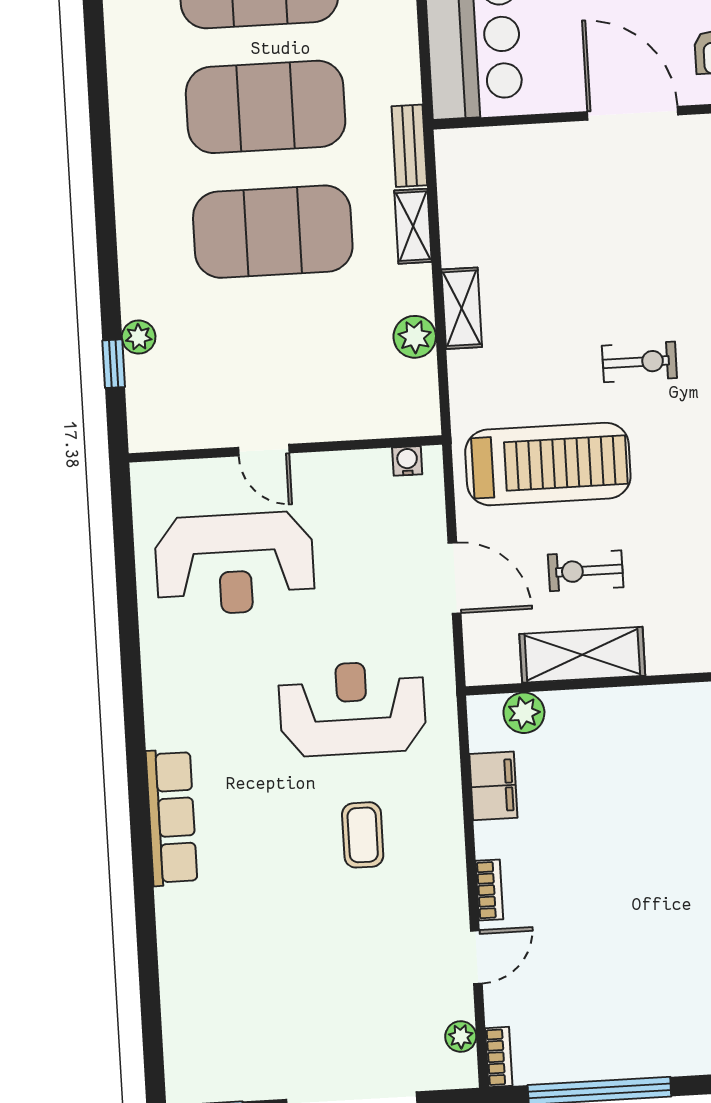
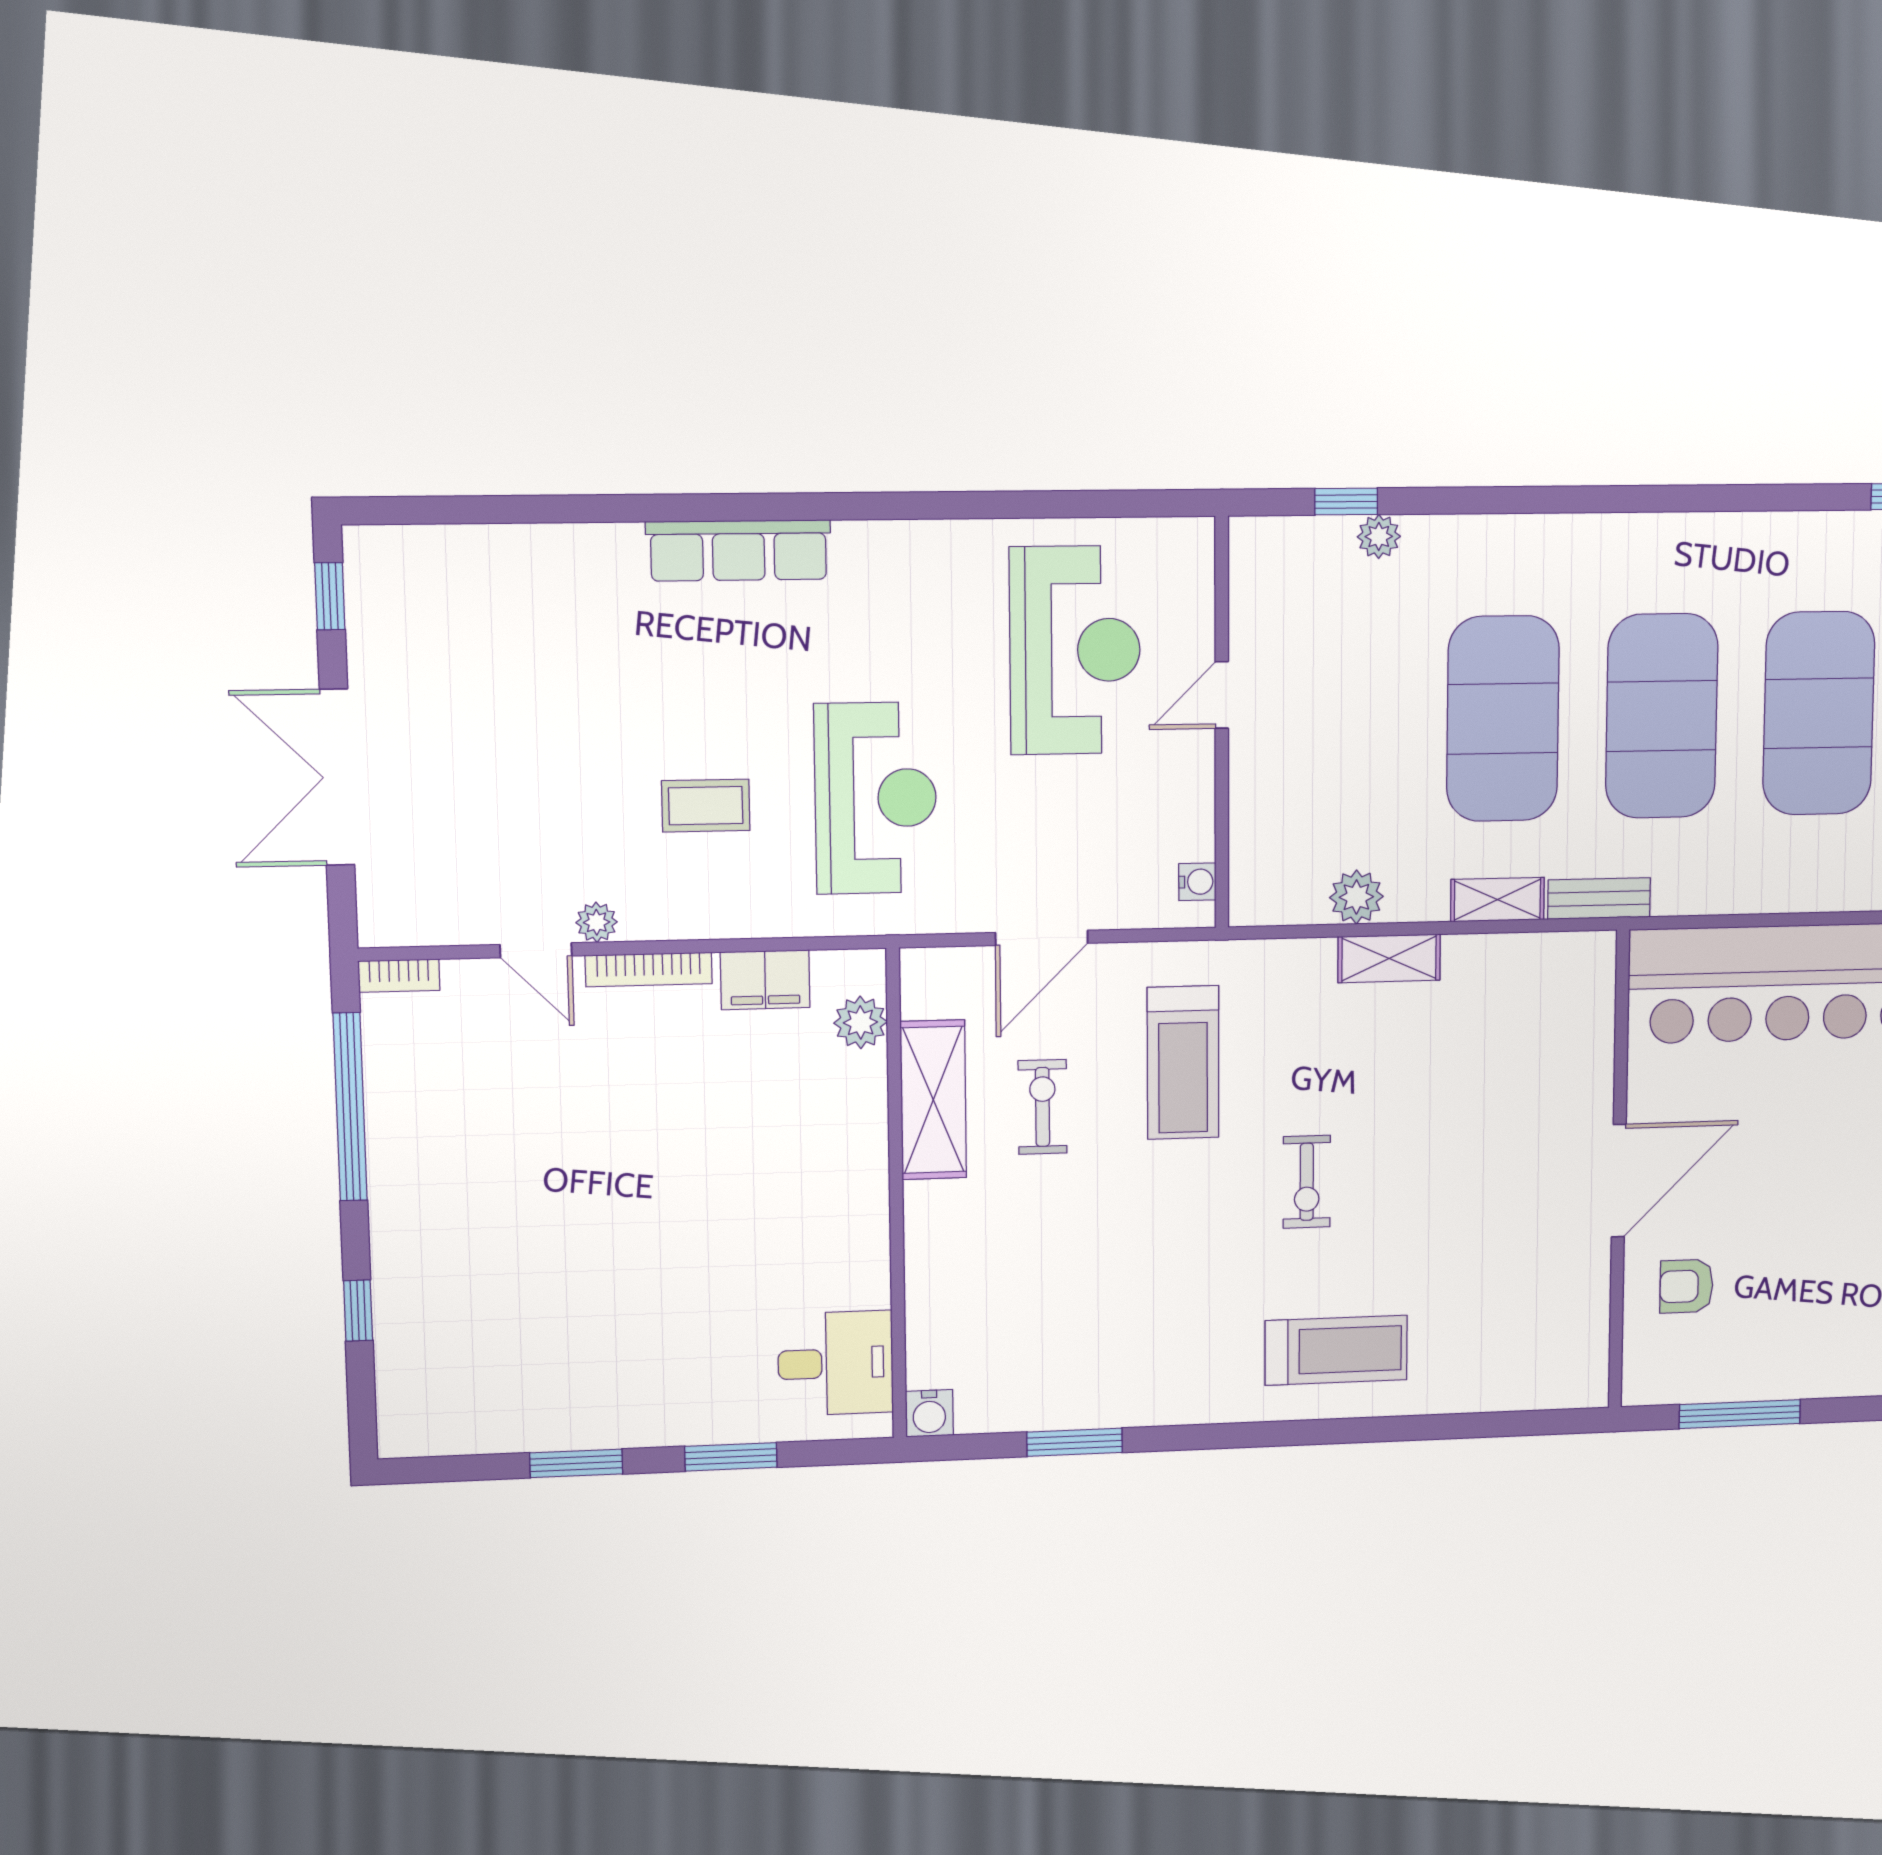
treadmill: (548, 464) -> (1183, 1063), width x0.73, depth x0.73
reception desk: (235, 564) -> (1075, 650), turned 180
bookcase: (489, 890) -> (649, 970), width x1.56
plant: (461, 1037) -> (597, 922), moved

